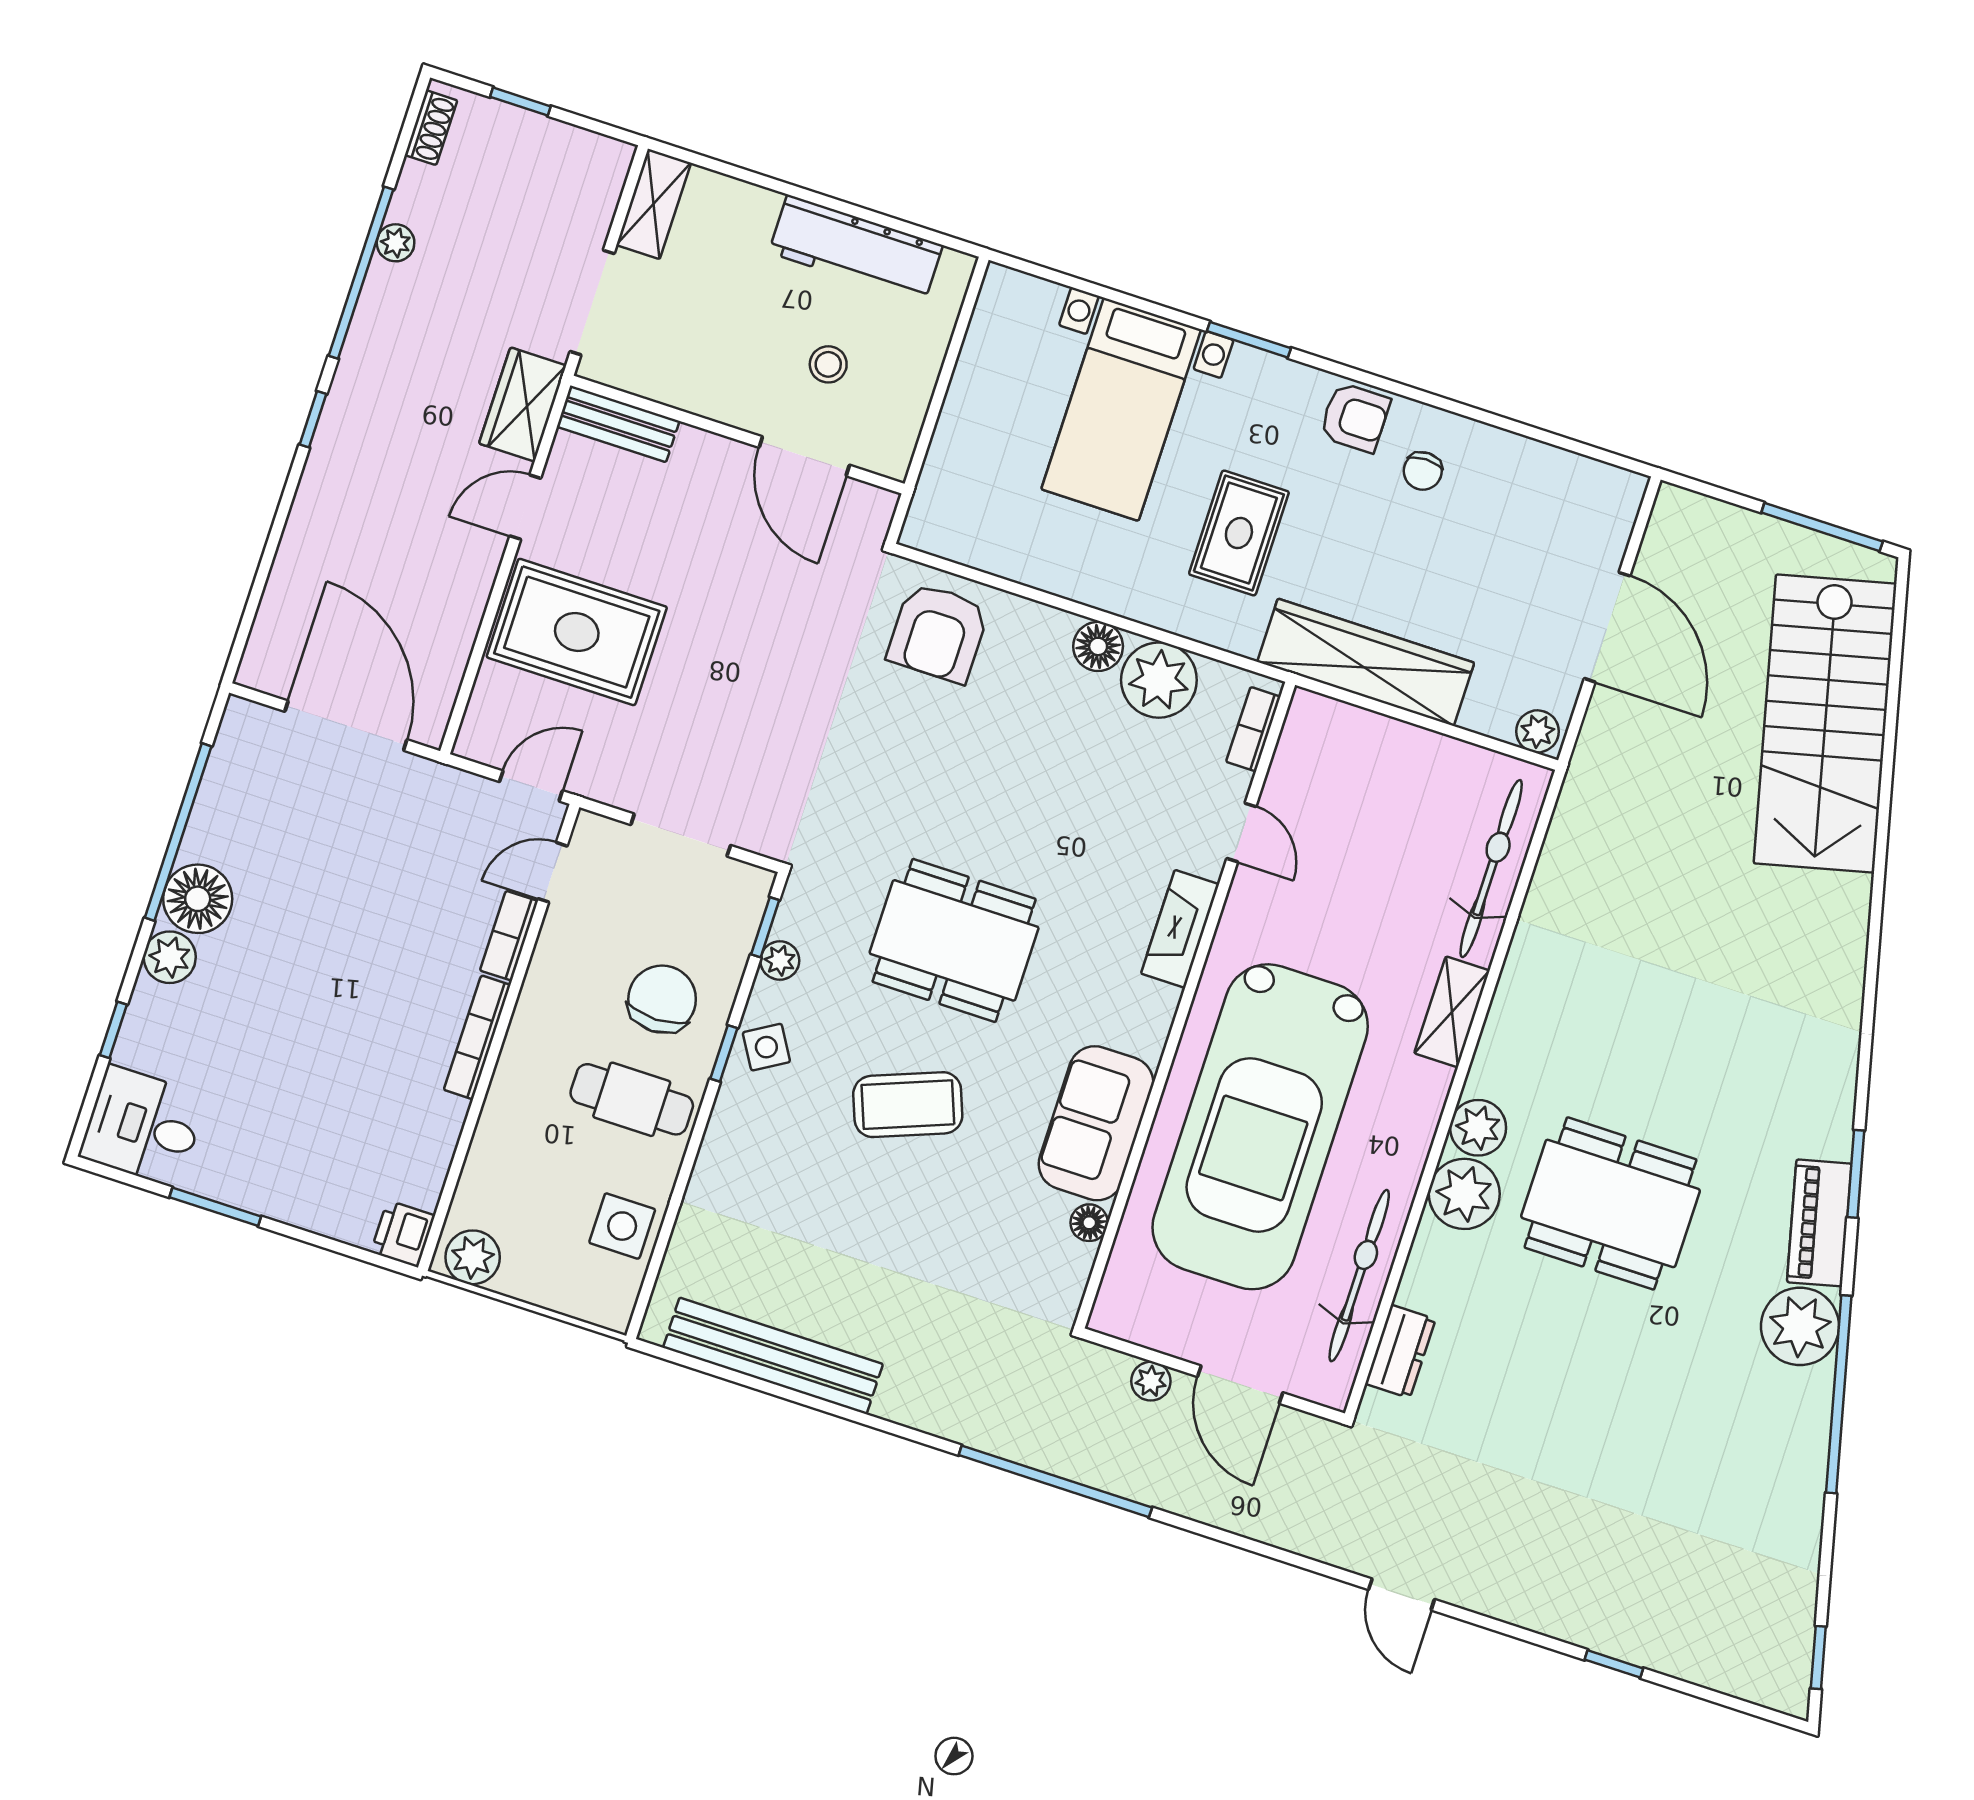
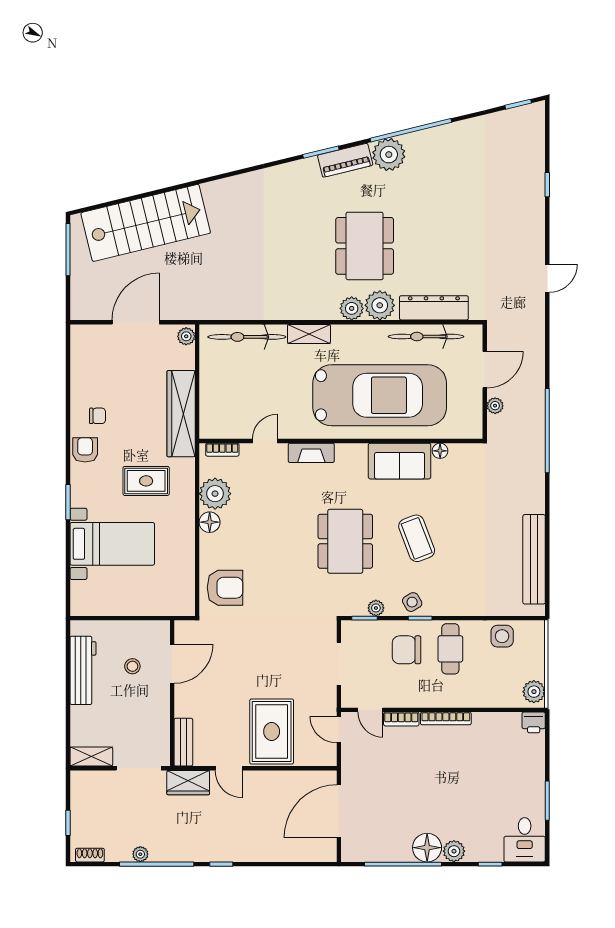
dresser: (1400, 1351) -> (434, 308), width x1.96, depth x1.24

